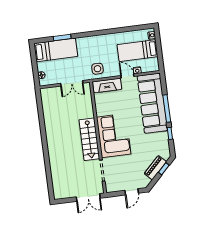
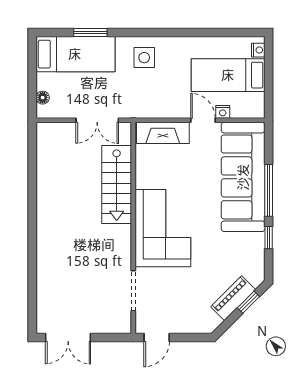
side table: (97, 69) -> (144, 58), moved
stairs: (89, 139) -> (117, 185), moved
door: (132, 192) -> (157, 338), moved
double door: (88, 197) -> (68, 338), moved

